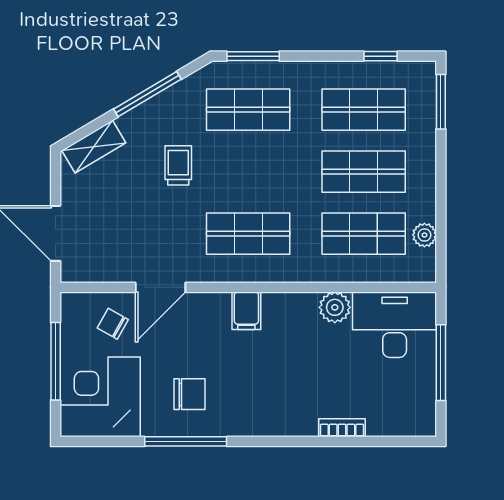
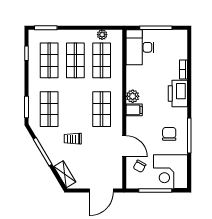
plant: (335, 307) -> (133, 96), moved
printer: (285, 414) -> (178, 93), added

